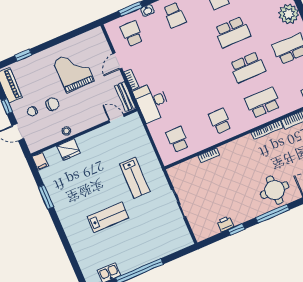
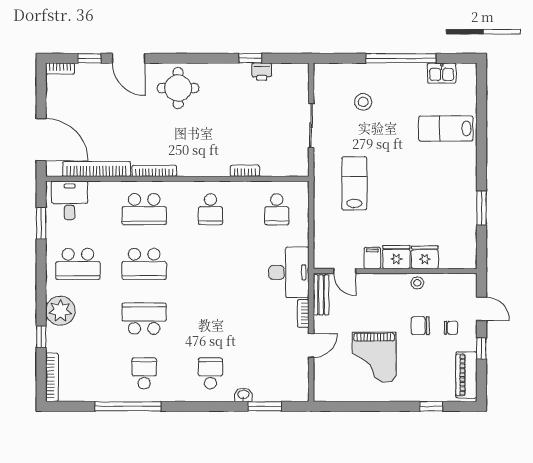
school desk: (132, 34) -> (277, 373), removed
school desk: (248, 67) -> (144, 264), turned 180
fridge: (87, 142) -> (396, 257), added
filing cabinet: (40, 161) -> (372, 258), moved
window: (273, 214) -> (194, 58), removed
lab bench: (108, 217) -> (446, 128), moved
stool: (152, 233) -> (363, 102), added

